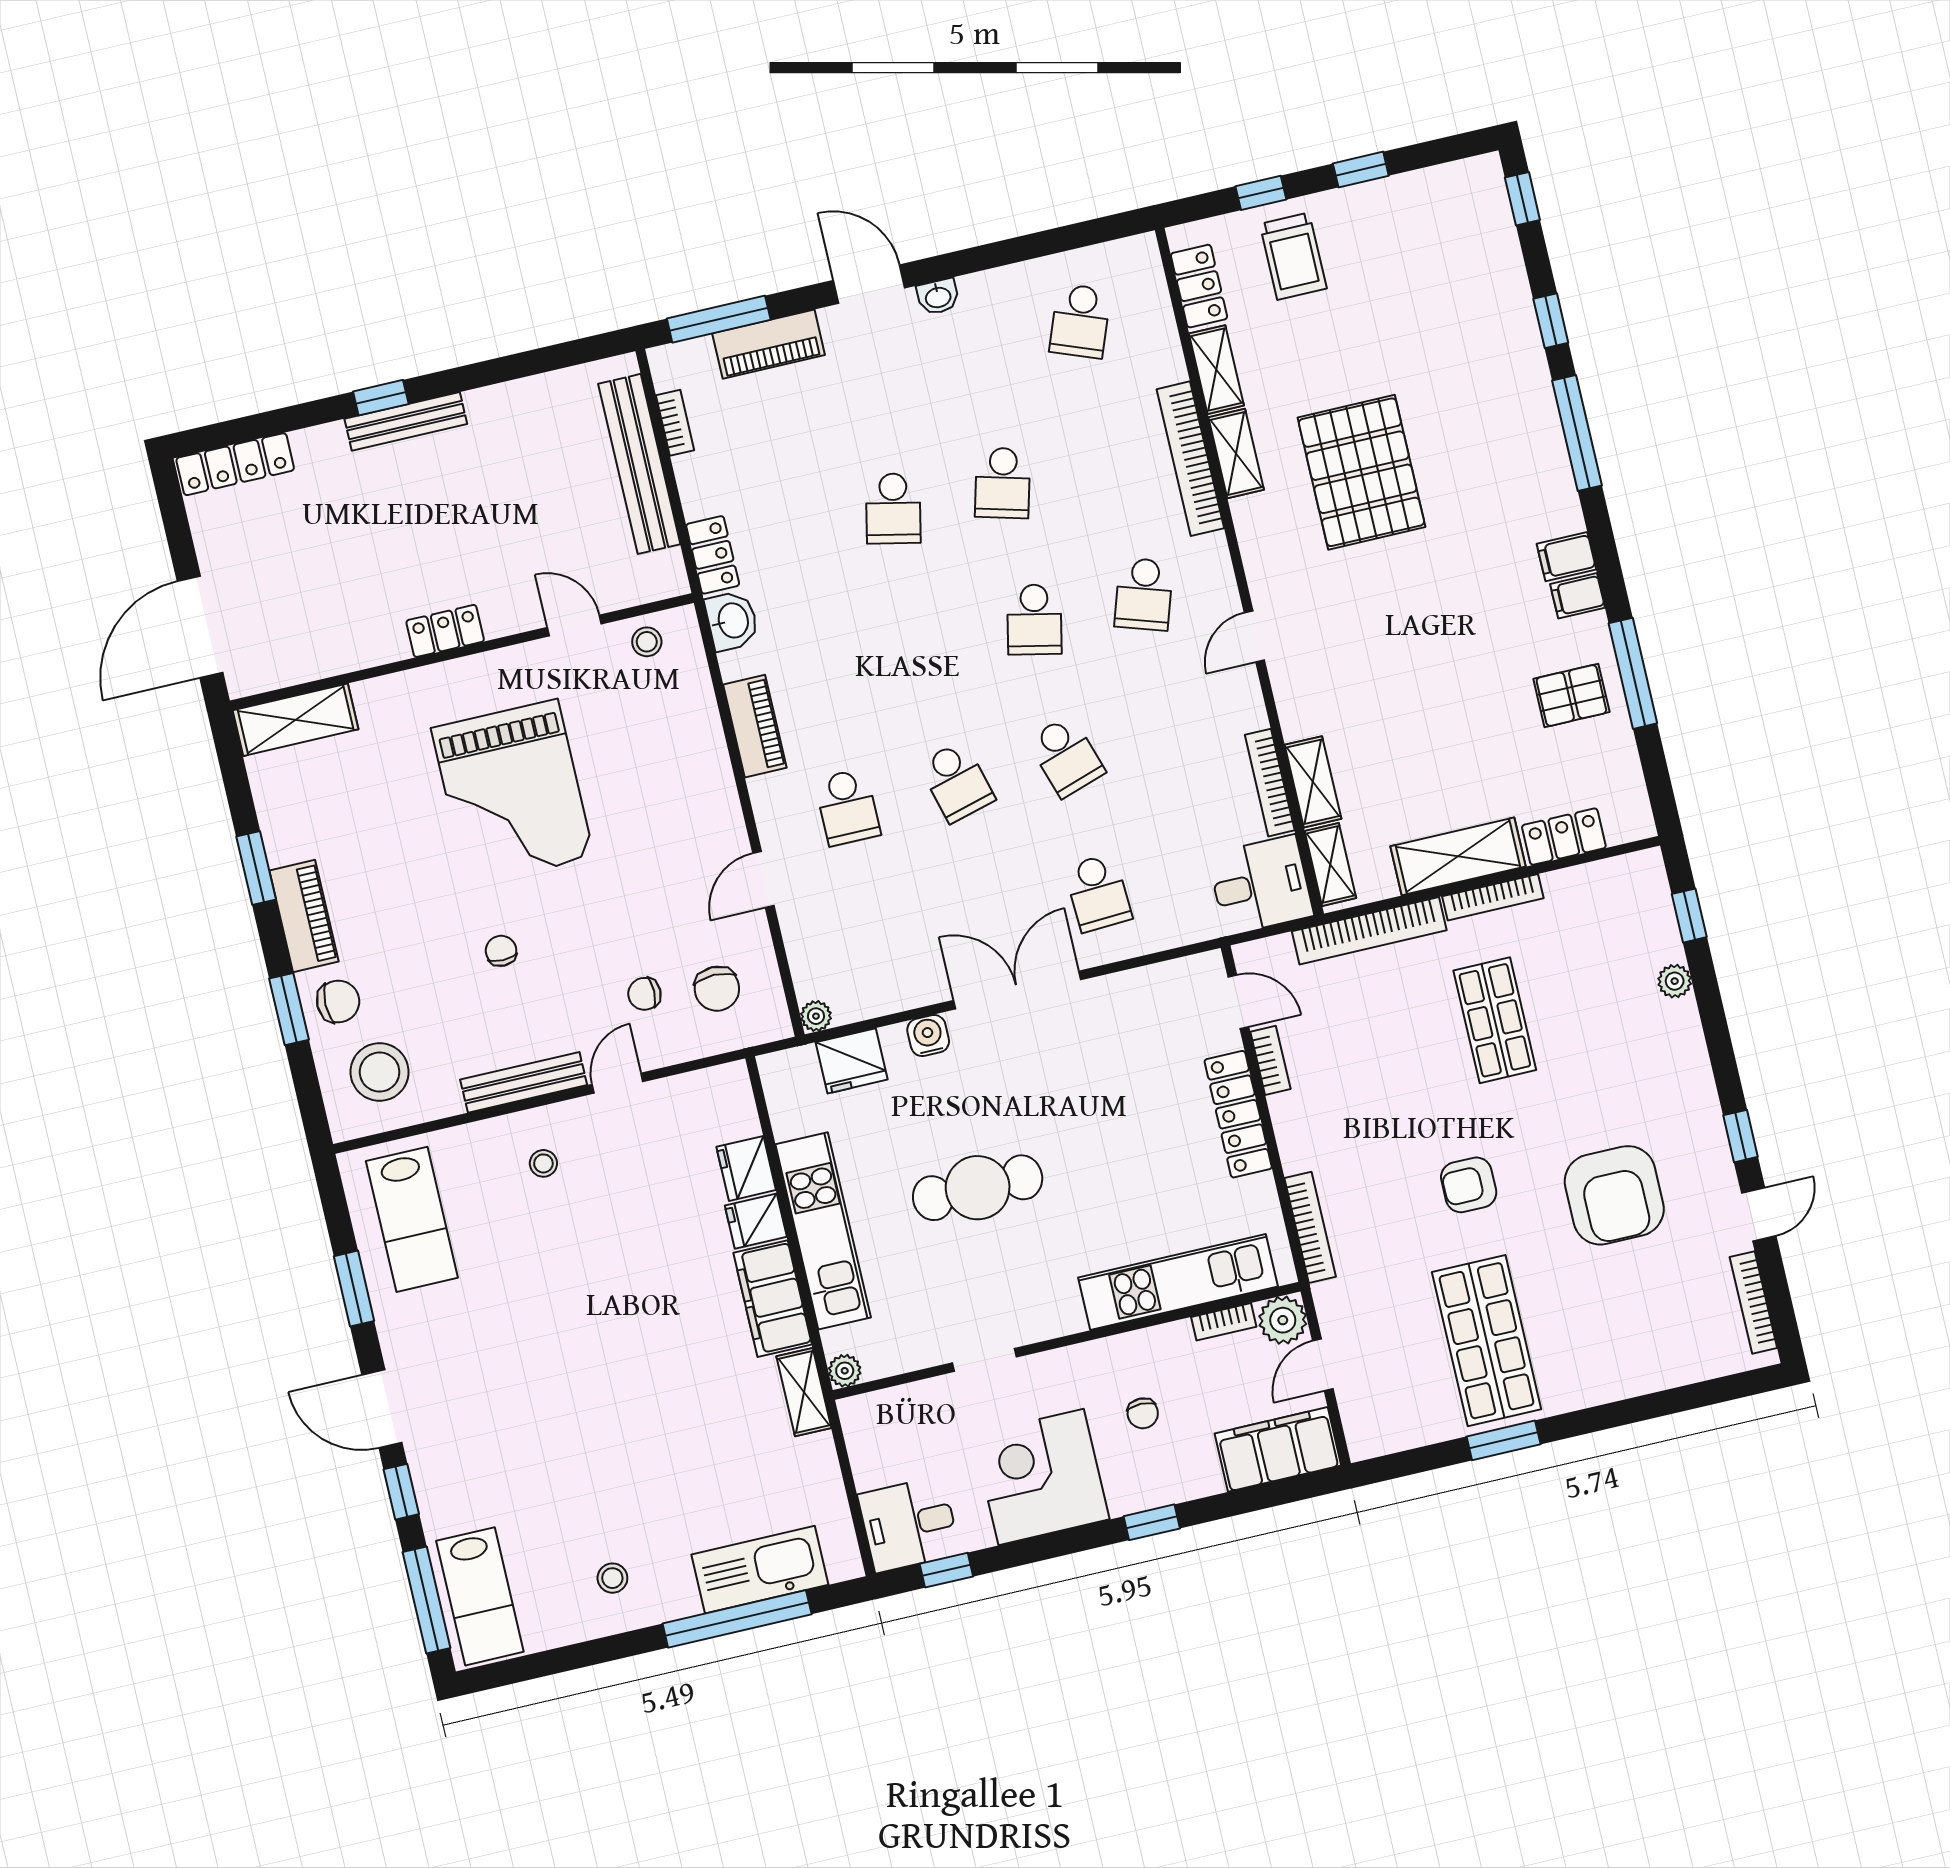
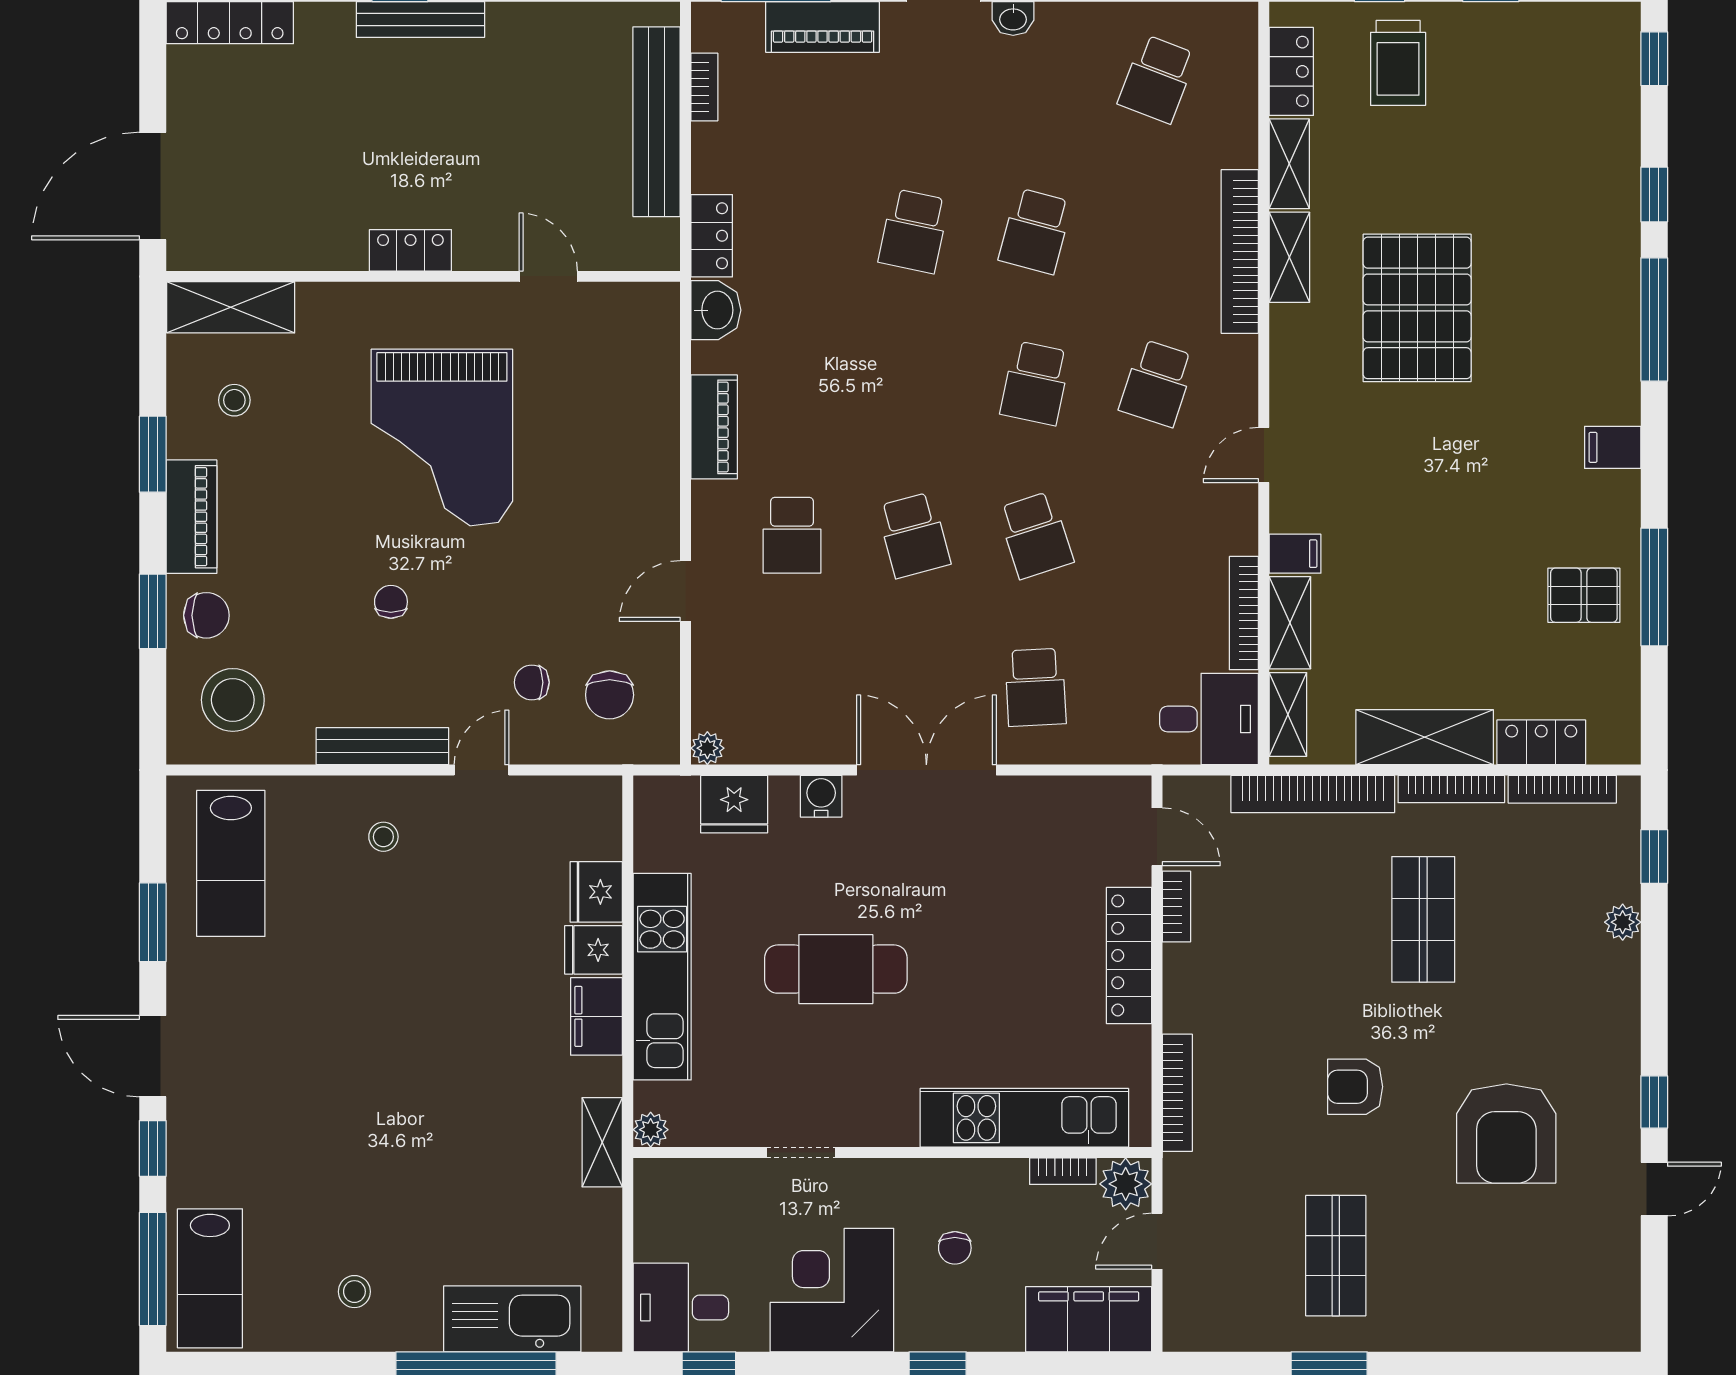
filing cabinet: (1578, 596) -> (1295, 554), moved, turned 180
stool: (647, 642) -> (234, 400), moved
filing cabinet: (773, 1299) -> (596, 1016), width x0.67, depth x0.86
bookcase: (1753, 1302) -> (1562, 789), moved, turned -90
shop shelf: (1487, 1341) -> (1336, 1256), width x0.70, depth x0.74

